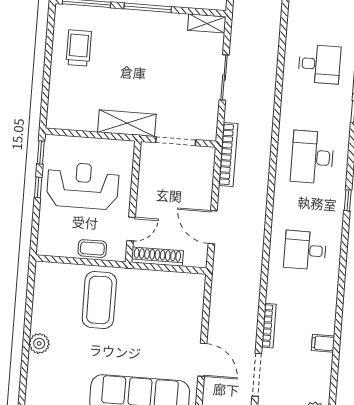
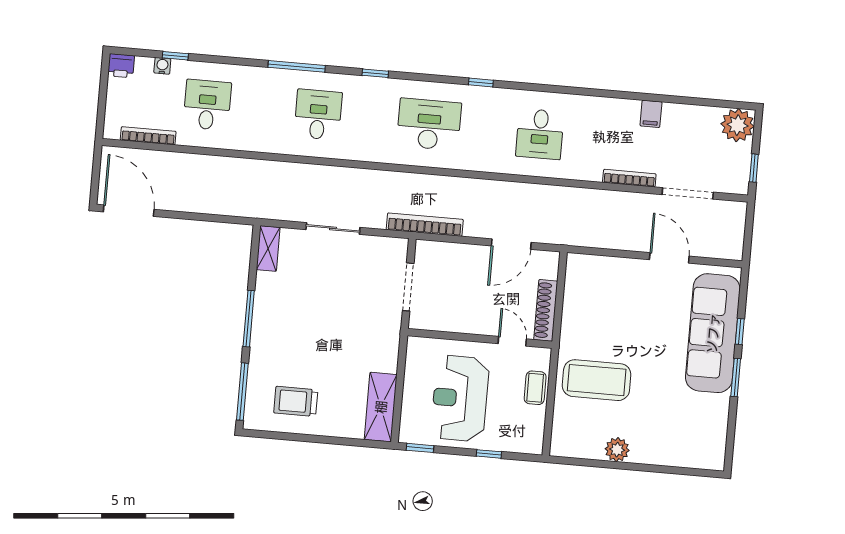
shelving: (127, 123) -> (381, 407), moved
desk: (312, 157) -> (429, 124), turned 180
window: (38, 187) -> (489, 454), moved
plant: (39, 343) -> (617, 450), moved
door: (202, 360) -> (669, 258), hinge flipped

